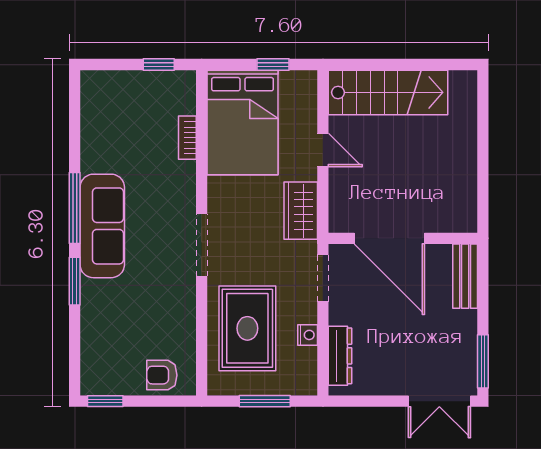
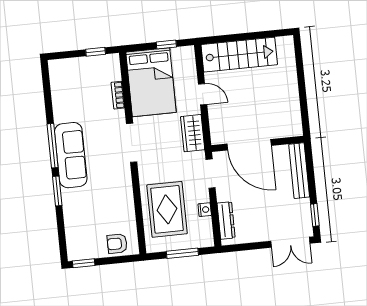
doorway: (202, 245) -> (132, 143), moved
bench: (465, 276) -> (299, 171), width x1.36
window: (483, 361) -> (315, 215), width x0.67

